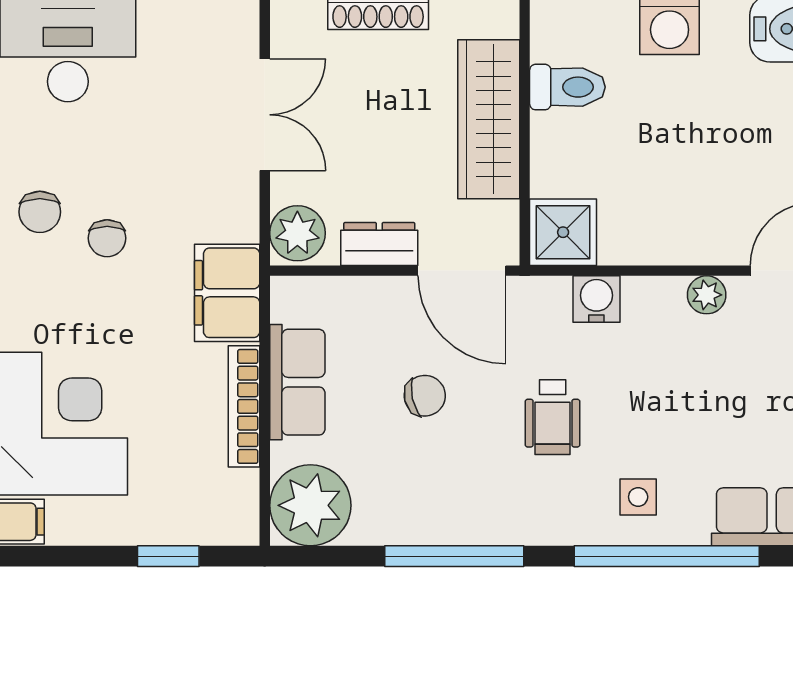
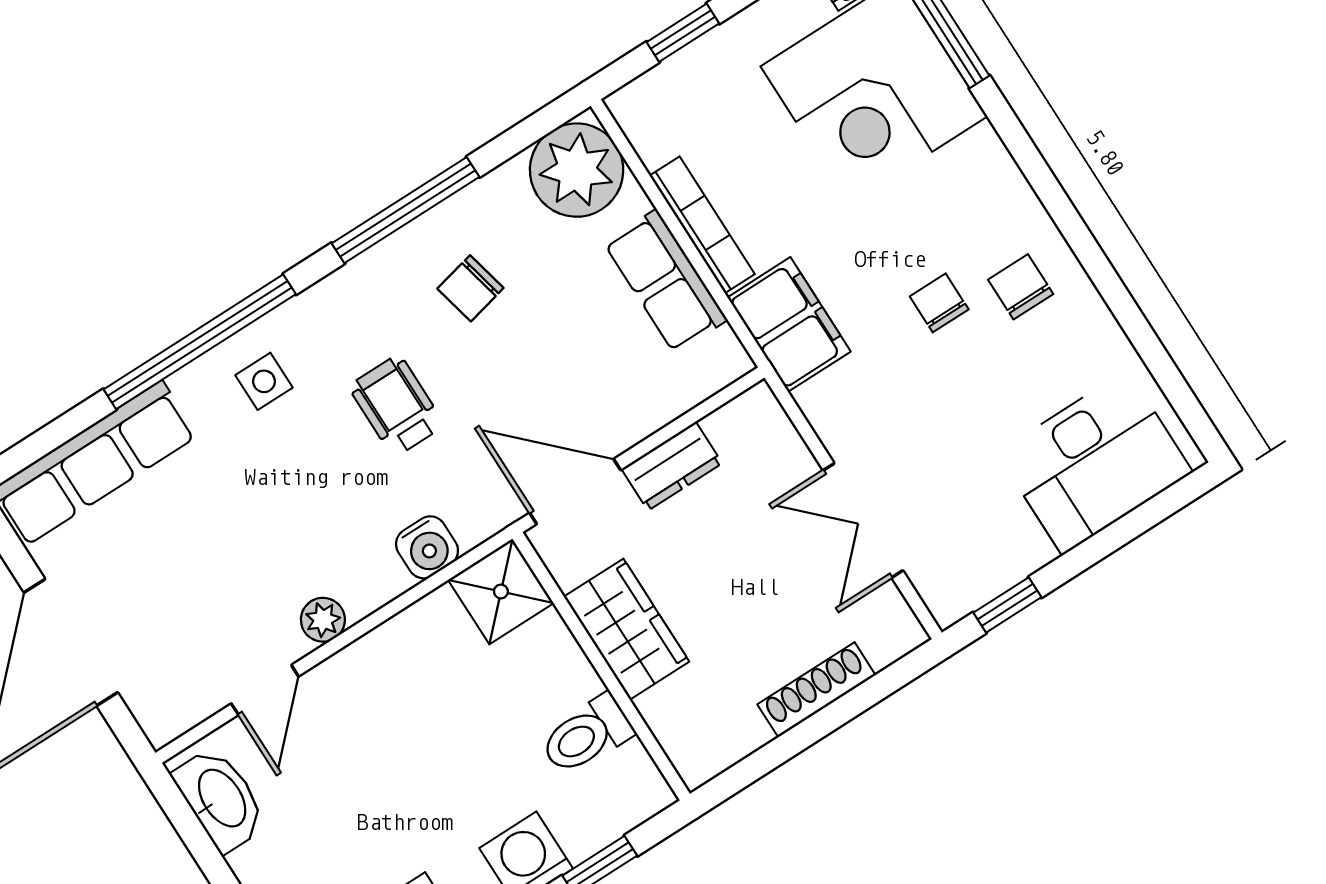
wardrobe: (489, 119) -> (627, 629), width x0.67
plant: (297, 233) -> (758, 426), removed
chair: (425, 396) -> (470, 288), moved

